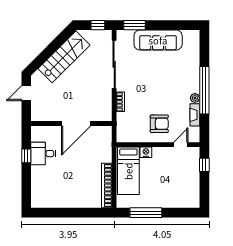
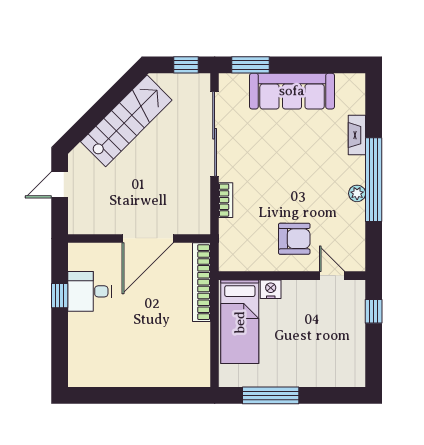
fireplace: (195, 115) -> (357, 135), moved
door: (181, 145) -> (332, 276), hinge flipped
bookcase: (107, 185) -> (201, 282), moved

